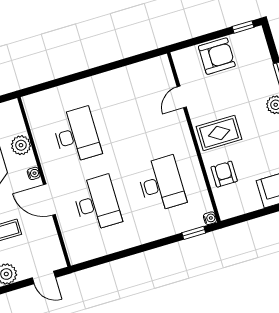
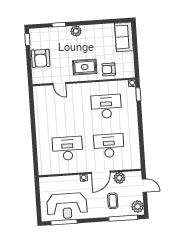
armchair: (217, 56) -> (41, 58), turned 180
rug: (219, 133) -> (85, 67), turned 90
plant: (21, 145) -> (119, 178), moved
door: (44, 278) -> (144, 186), hinge flipped

